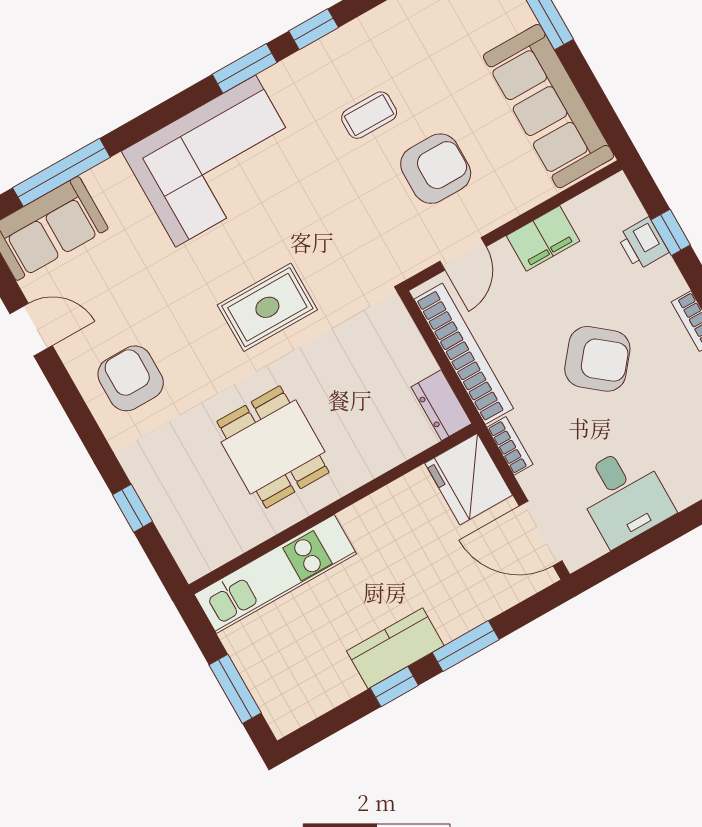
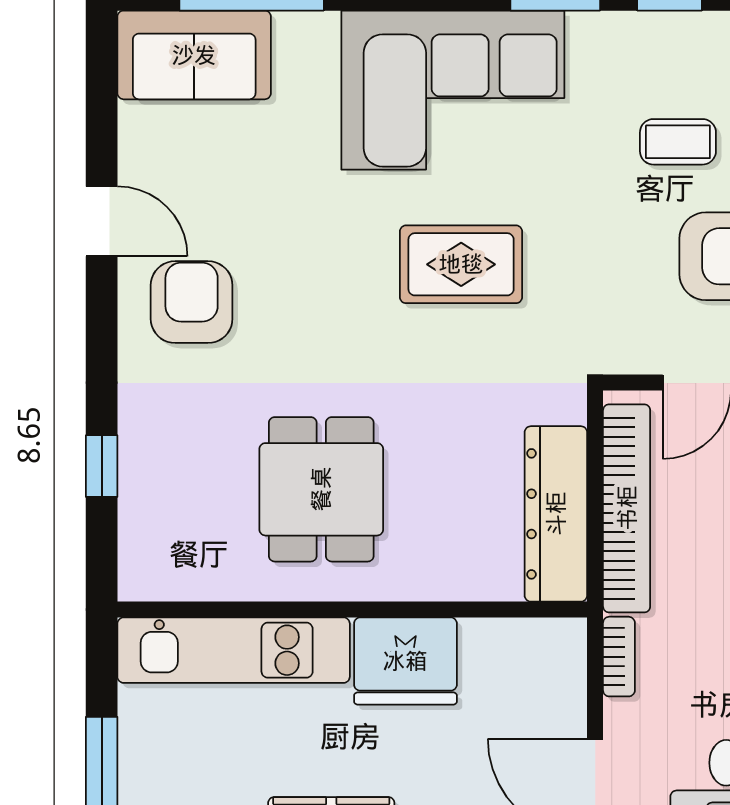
rug: (267, 307) -> (461, 264), moved
door: (31, 330) -> (102, 221), moved
dresser: (441, 405) -> (556, 514), width x1.96, depth x1.24
fridge: (469, 479) -> (405, 661), moved, turned -90

